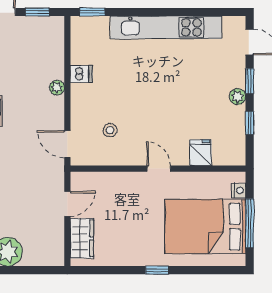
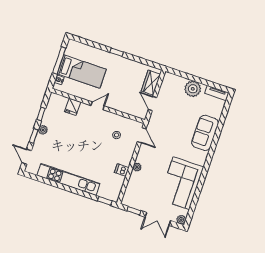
door: (159, 169) -> (98, 106), swing flipped
door: (67, 204) -> (152, 104), hinge flipped
bed: (205, 227) -> (82, 71), width x0.67

